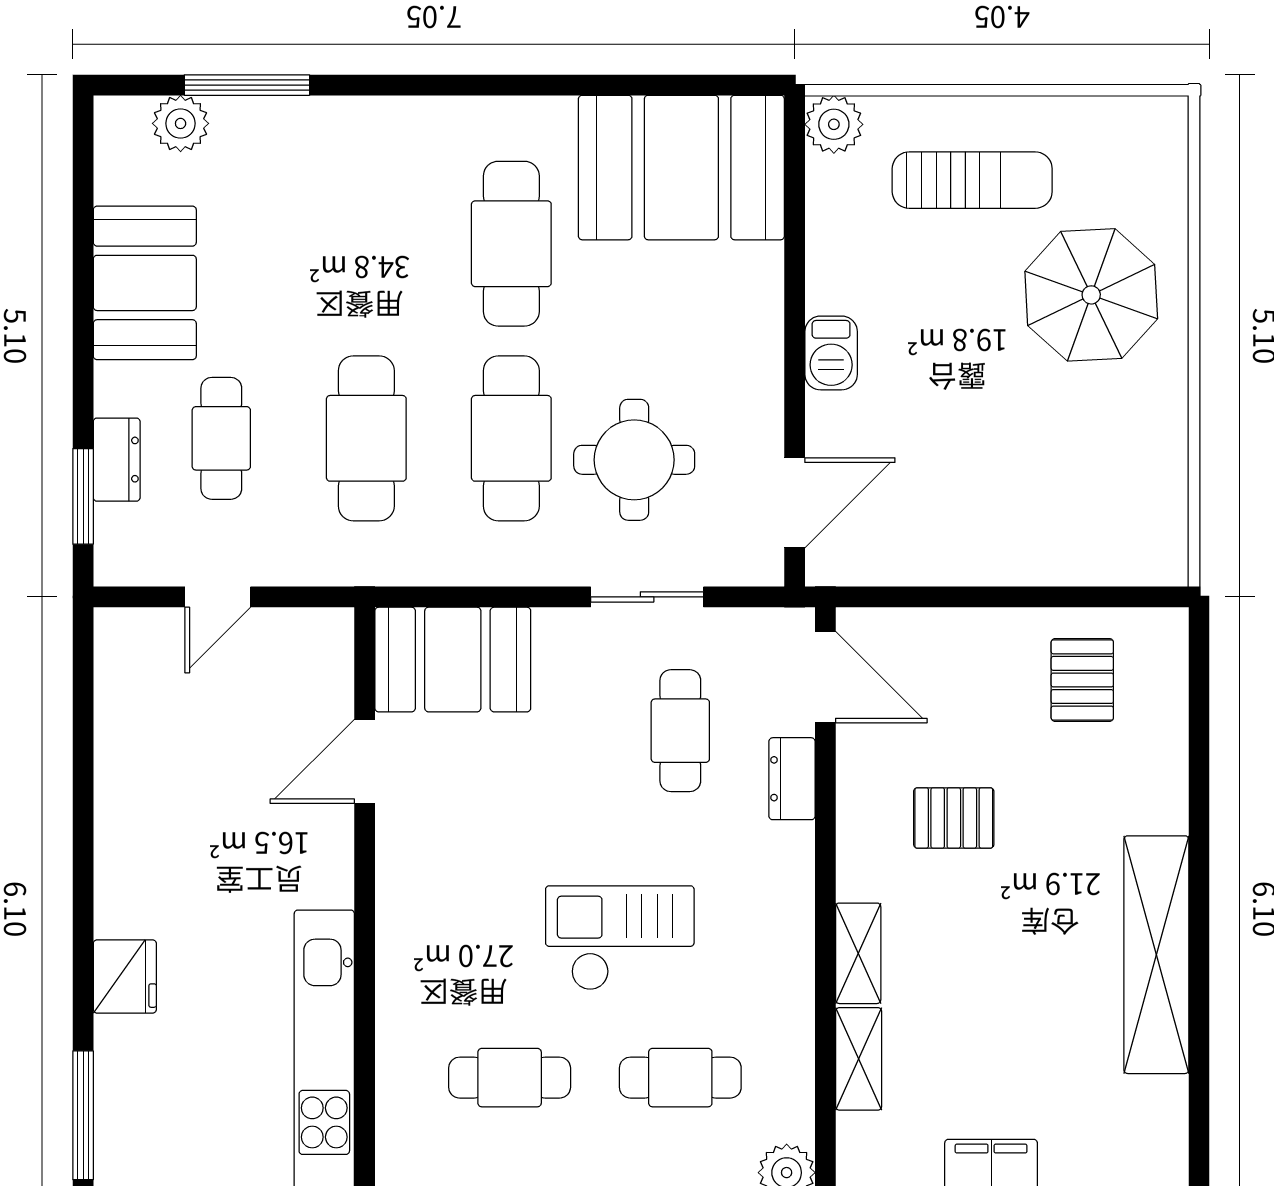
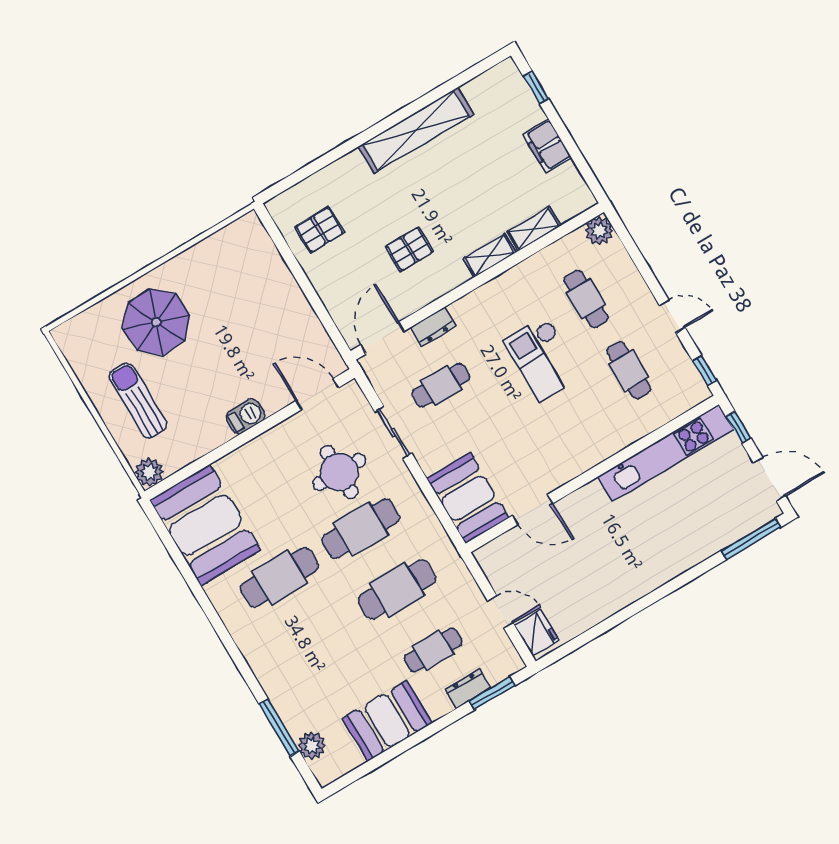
pallet: (954, 818) -> (409, 249), turned 90
fridge: (125, 976) -> (536, 633), moved, turned 90

